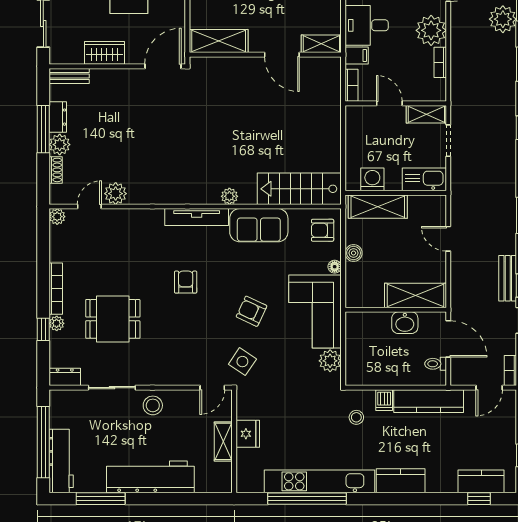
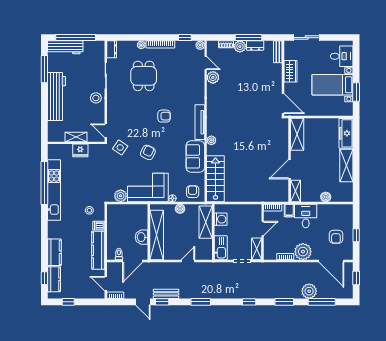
shelving: (416, 295) -> (157, 235), width x1.47
window: (43, 329) -> (185, 38), moved
kitchen counter: (401, 481) -> (54, 252), moved

